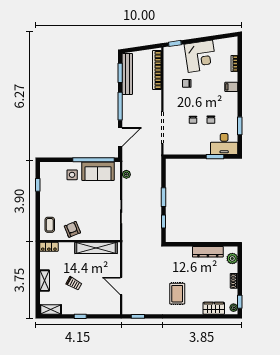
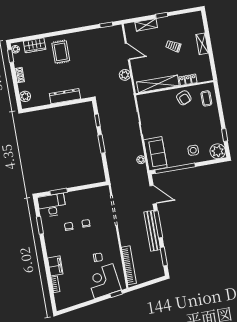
corner desk: (200, 56) -> (104, 281), moved
bench: (127, 74) -> (152, 231), moved
filing cabinet: (231, 87) -> (55, 266), width x2.00
door: (120, 137) -> (153, 195), swing flipped
plant: (48, 170) -> (218, 151), added
sofa: (98, 171) -> (155, 154), moved, turned 90
locker: (49, 247) -> (188, 80), moved
dresser: (208, 252) -> (65, 96), moved
plant: (128, 263) -> (125, 75), added
rug: (177, 294) -> (61, 52), moved
shelving: (51, 309) -> (146, 25), moved

